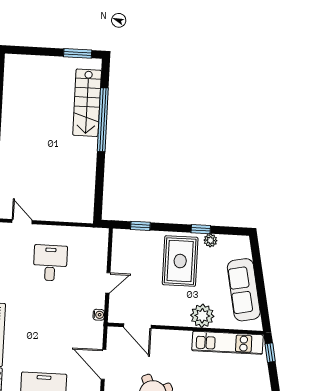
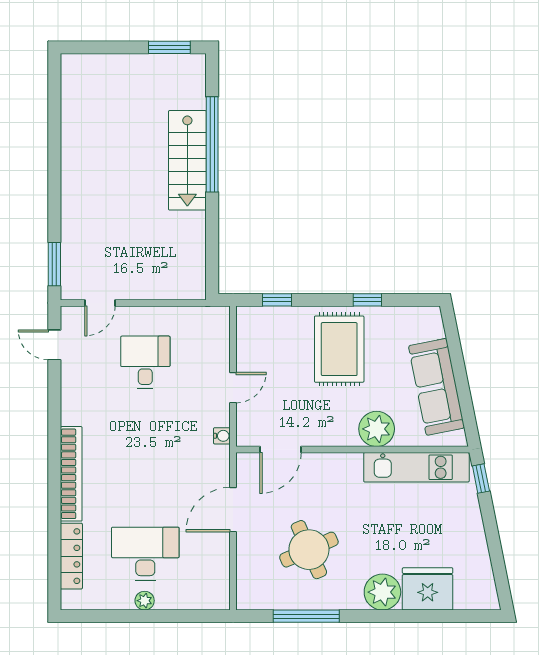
stairs: (87, 103) -> (187, 160), moved
door: (22, 222) -> (100, 303), swing flipped
plant: (210, 240) -> (383, 316), removed
door: (137, 326) -> (281, 450), hinge flipped
door: (103, 364) -> (233, 510), hinge flipped

